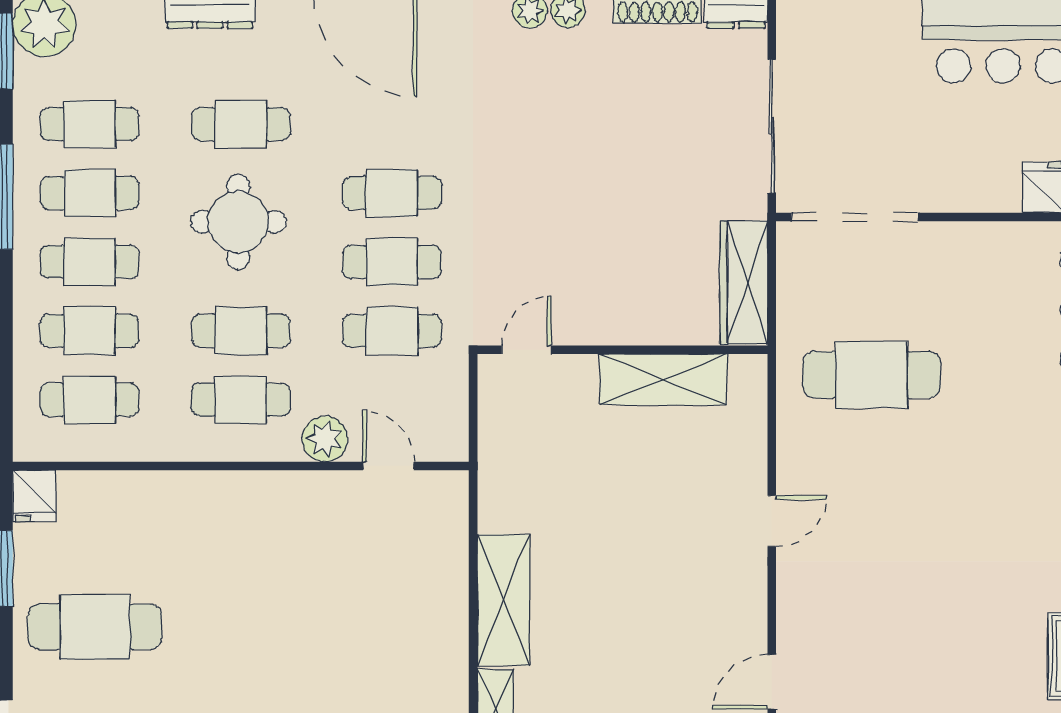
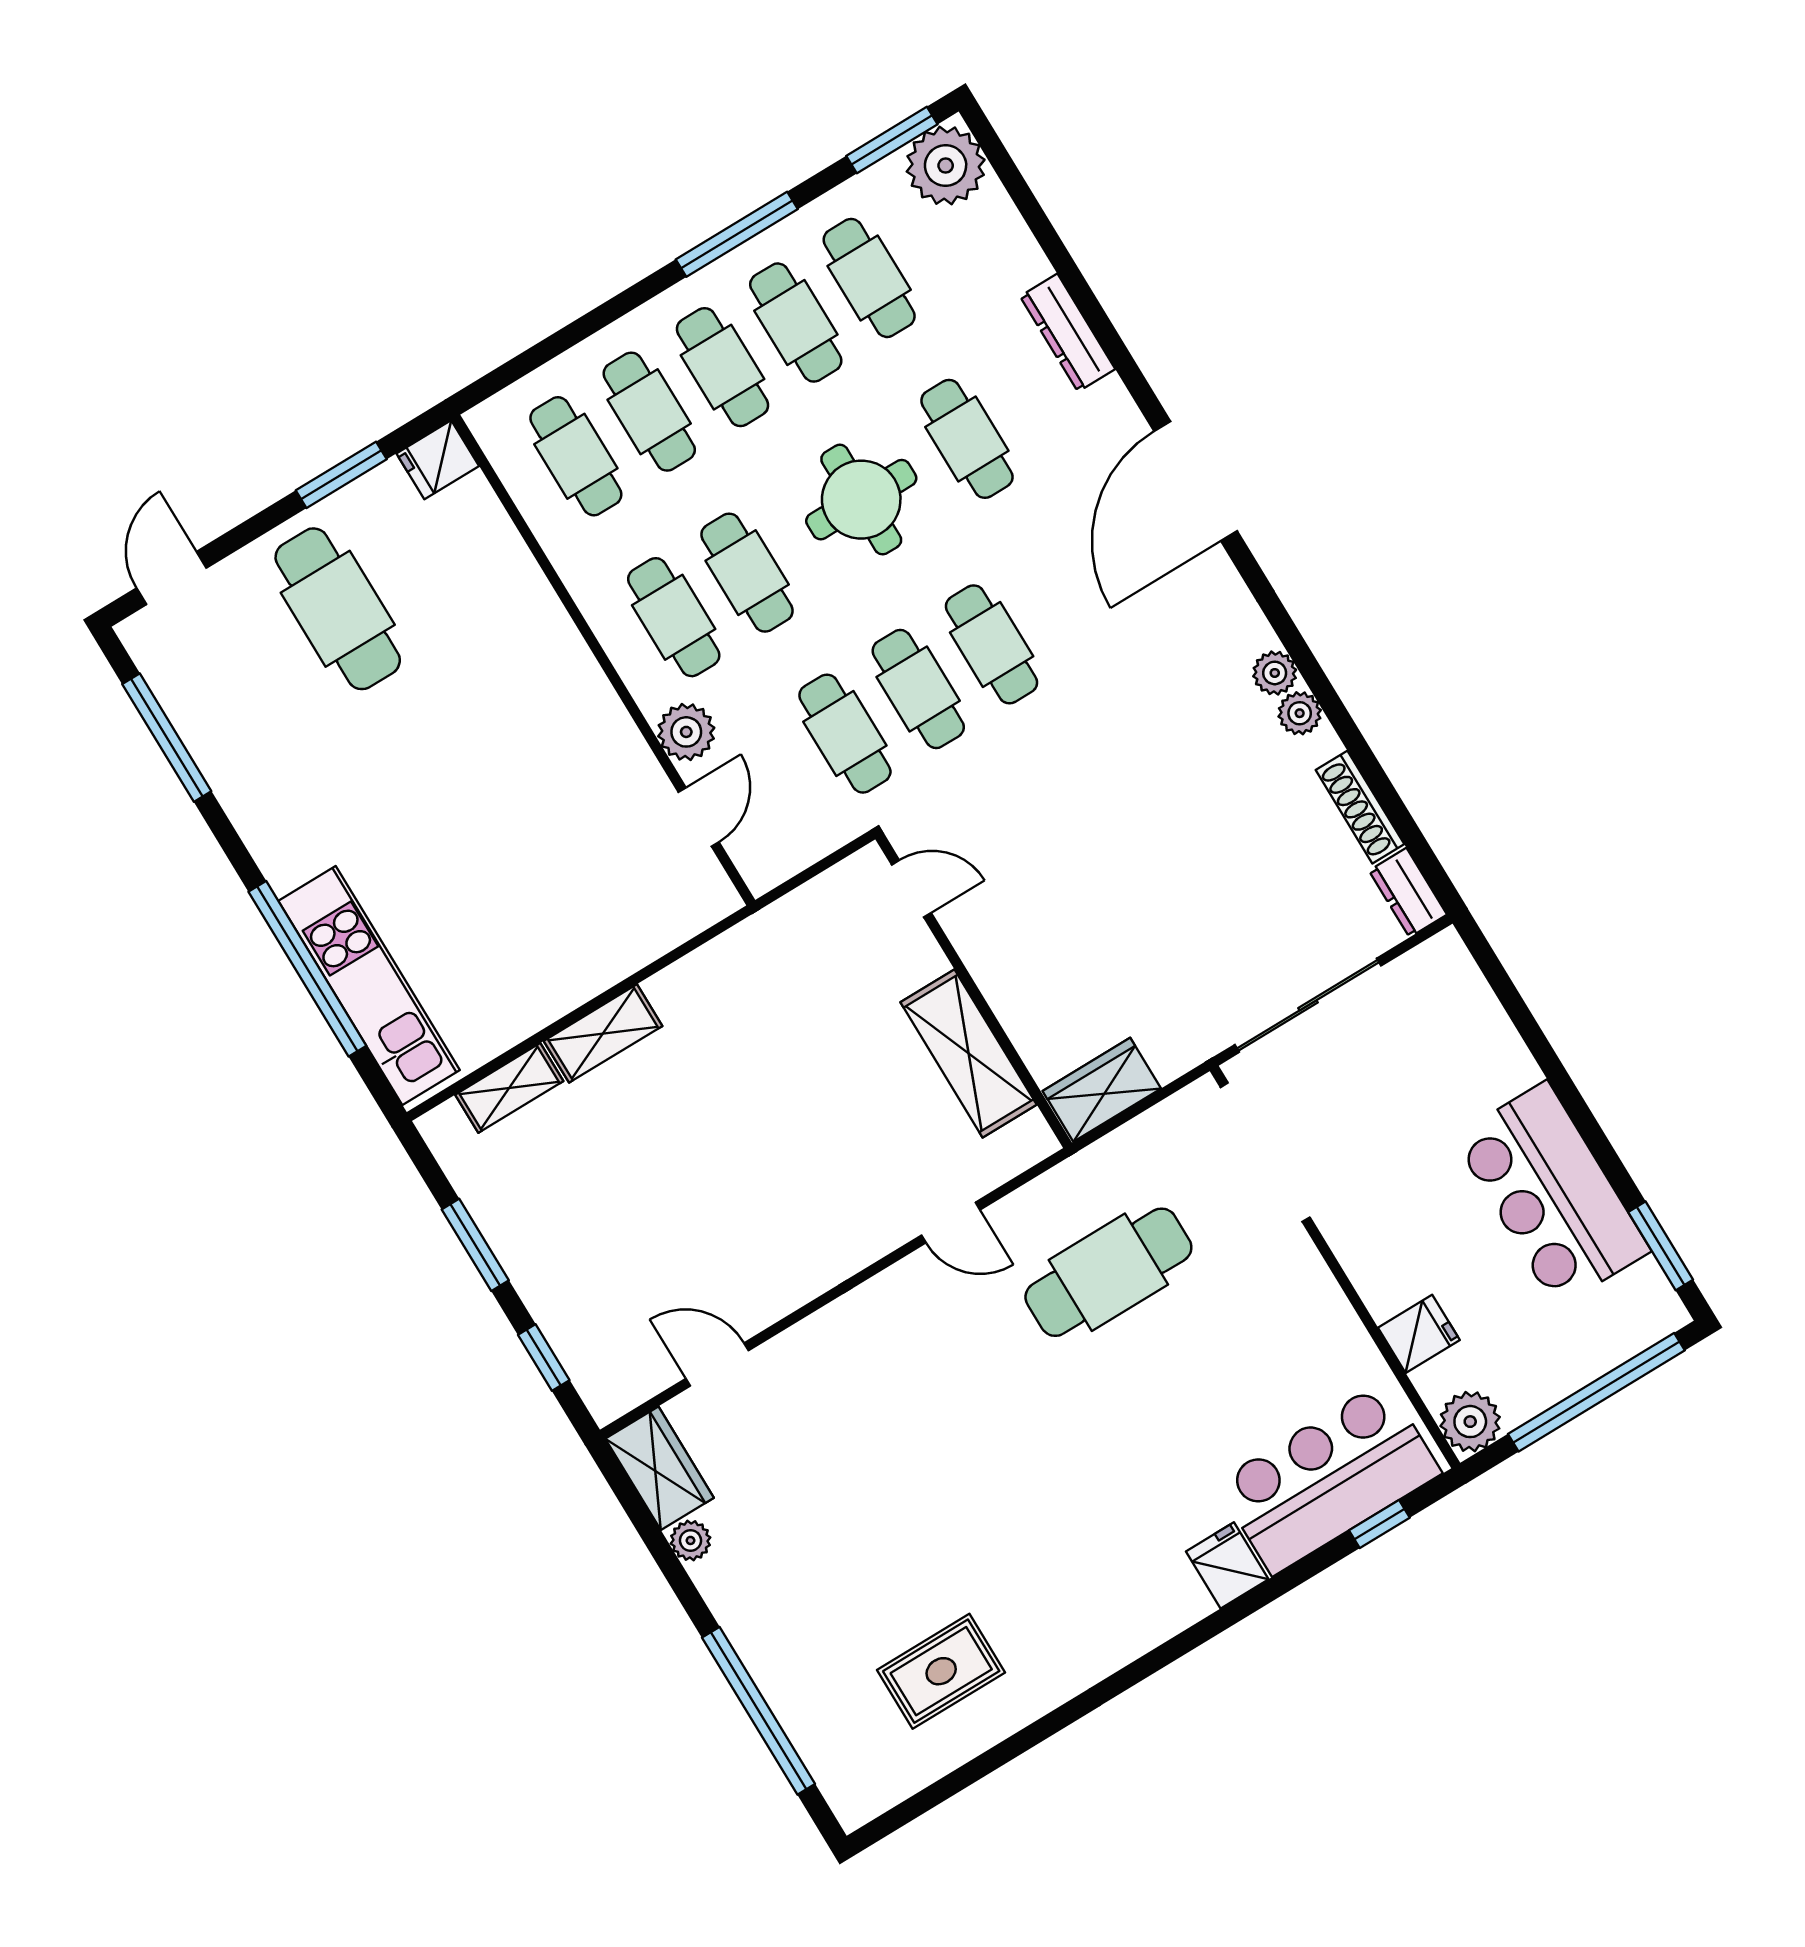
wardrobe: (744, 282) -> (1102, 1090), width x0.67
cafe table: (872, 375) -> (1108, 1272), turned 90
door: (772, 521) -> (951, 1223), moved
shelving: (504, 600) -> (603, 1033), width x0.67, depth x0.75

